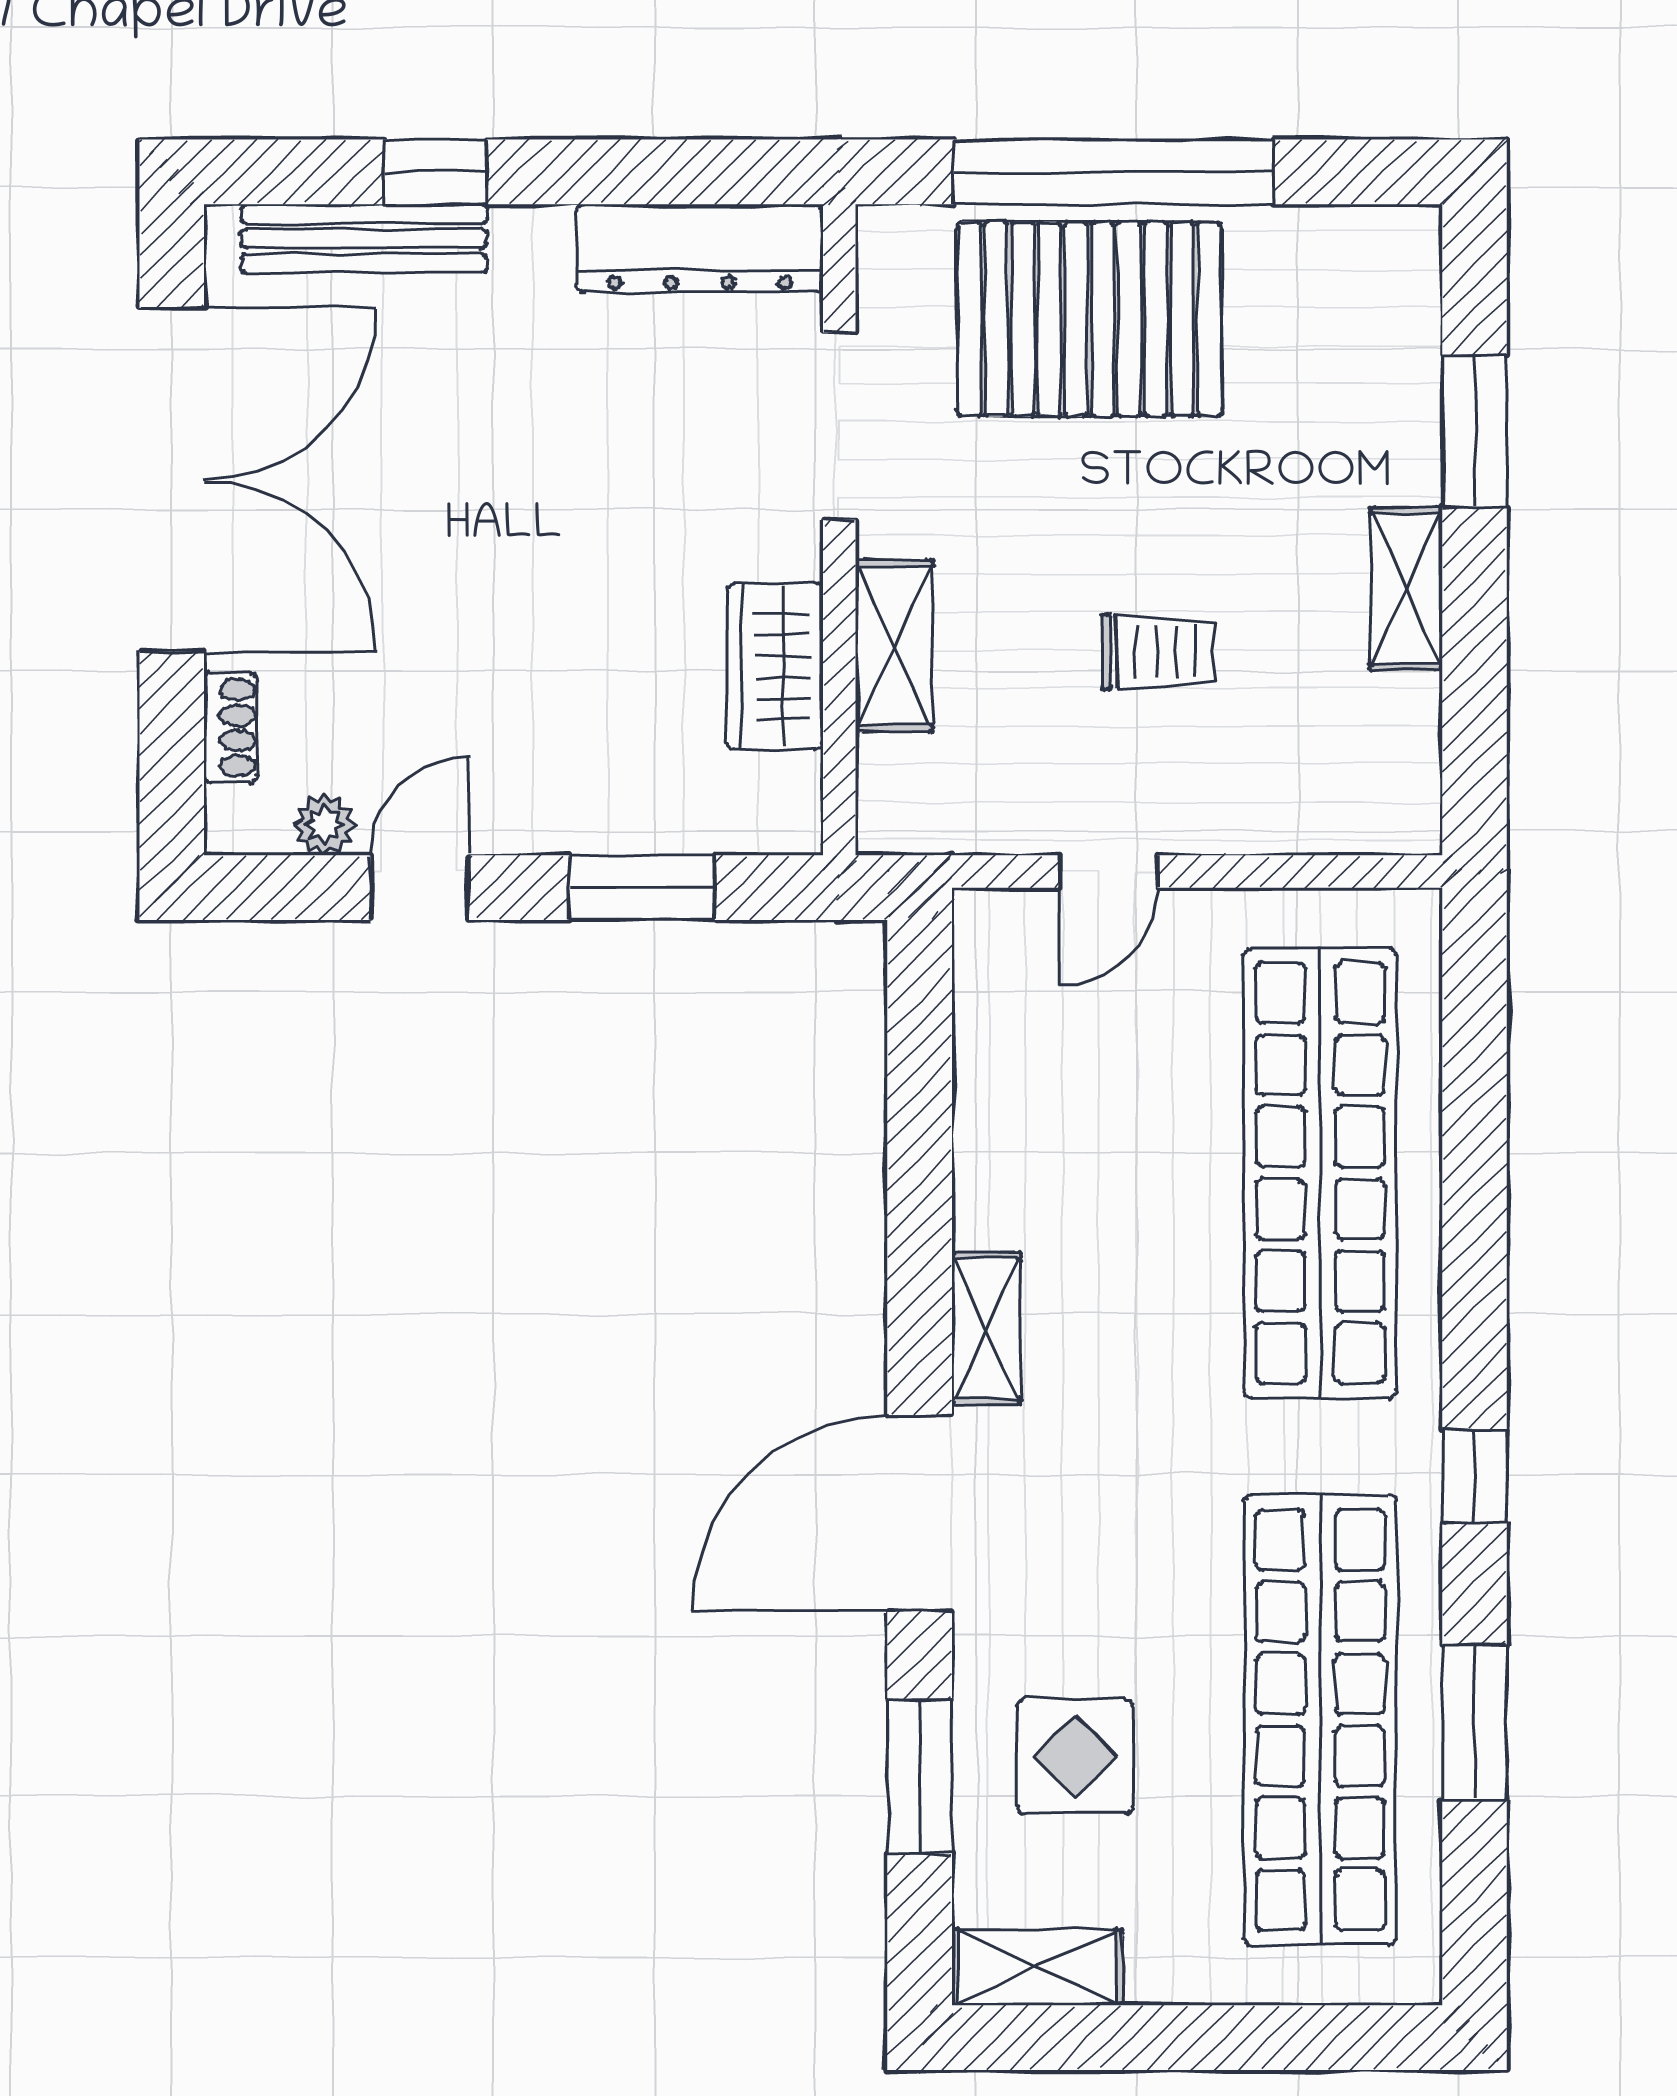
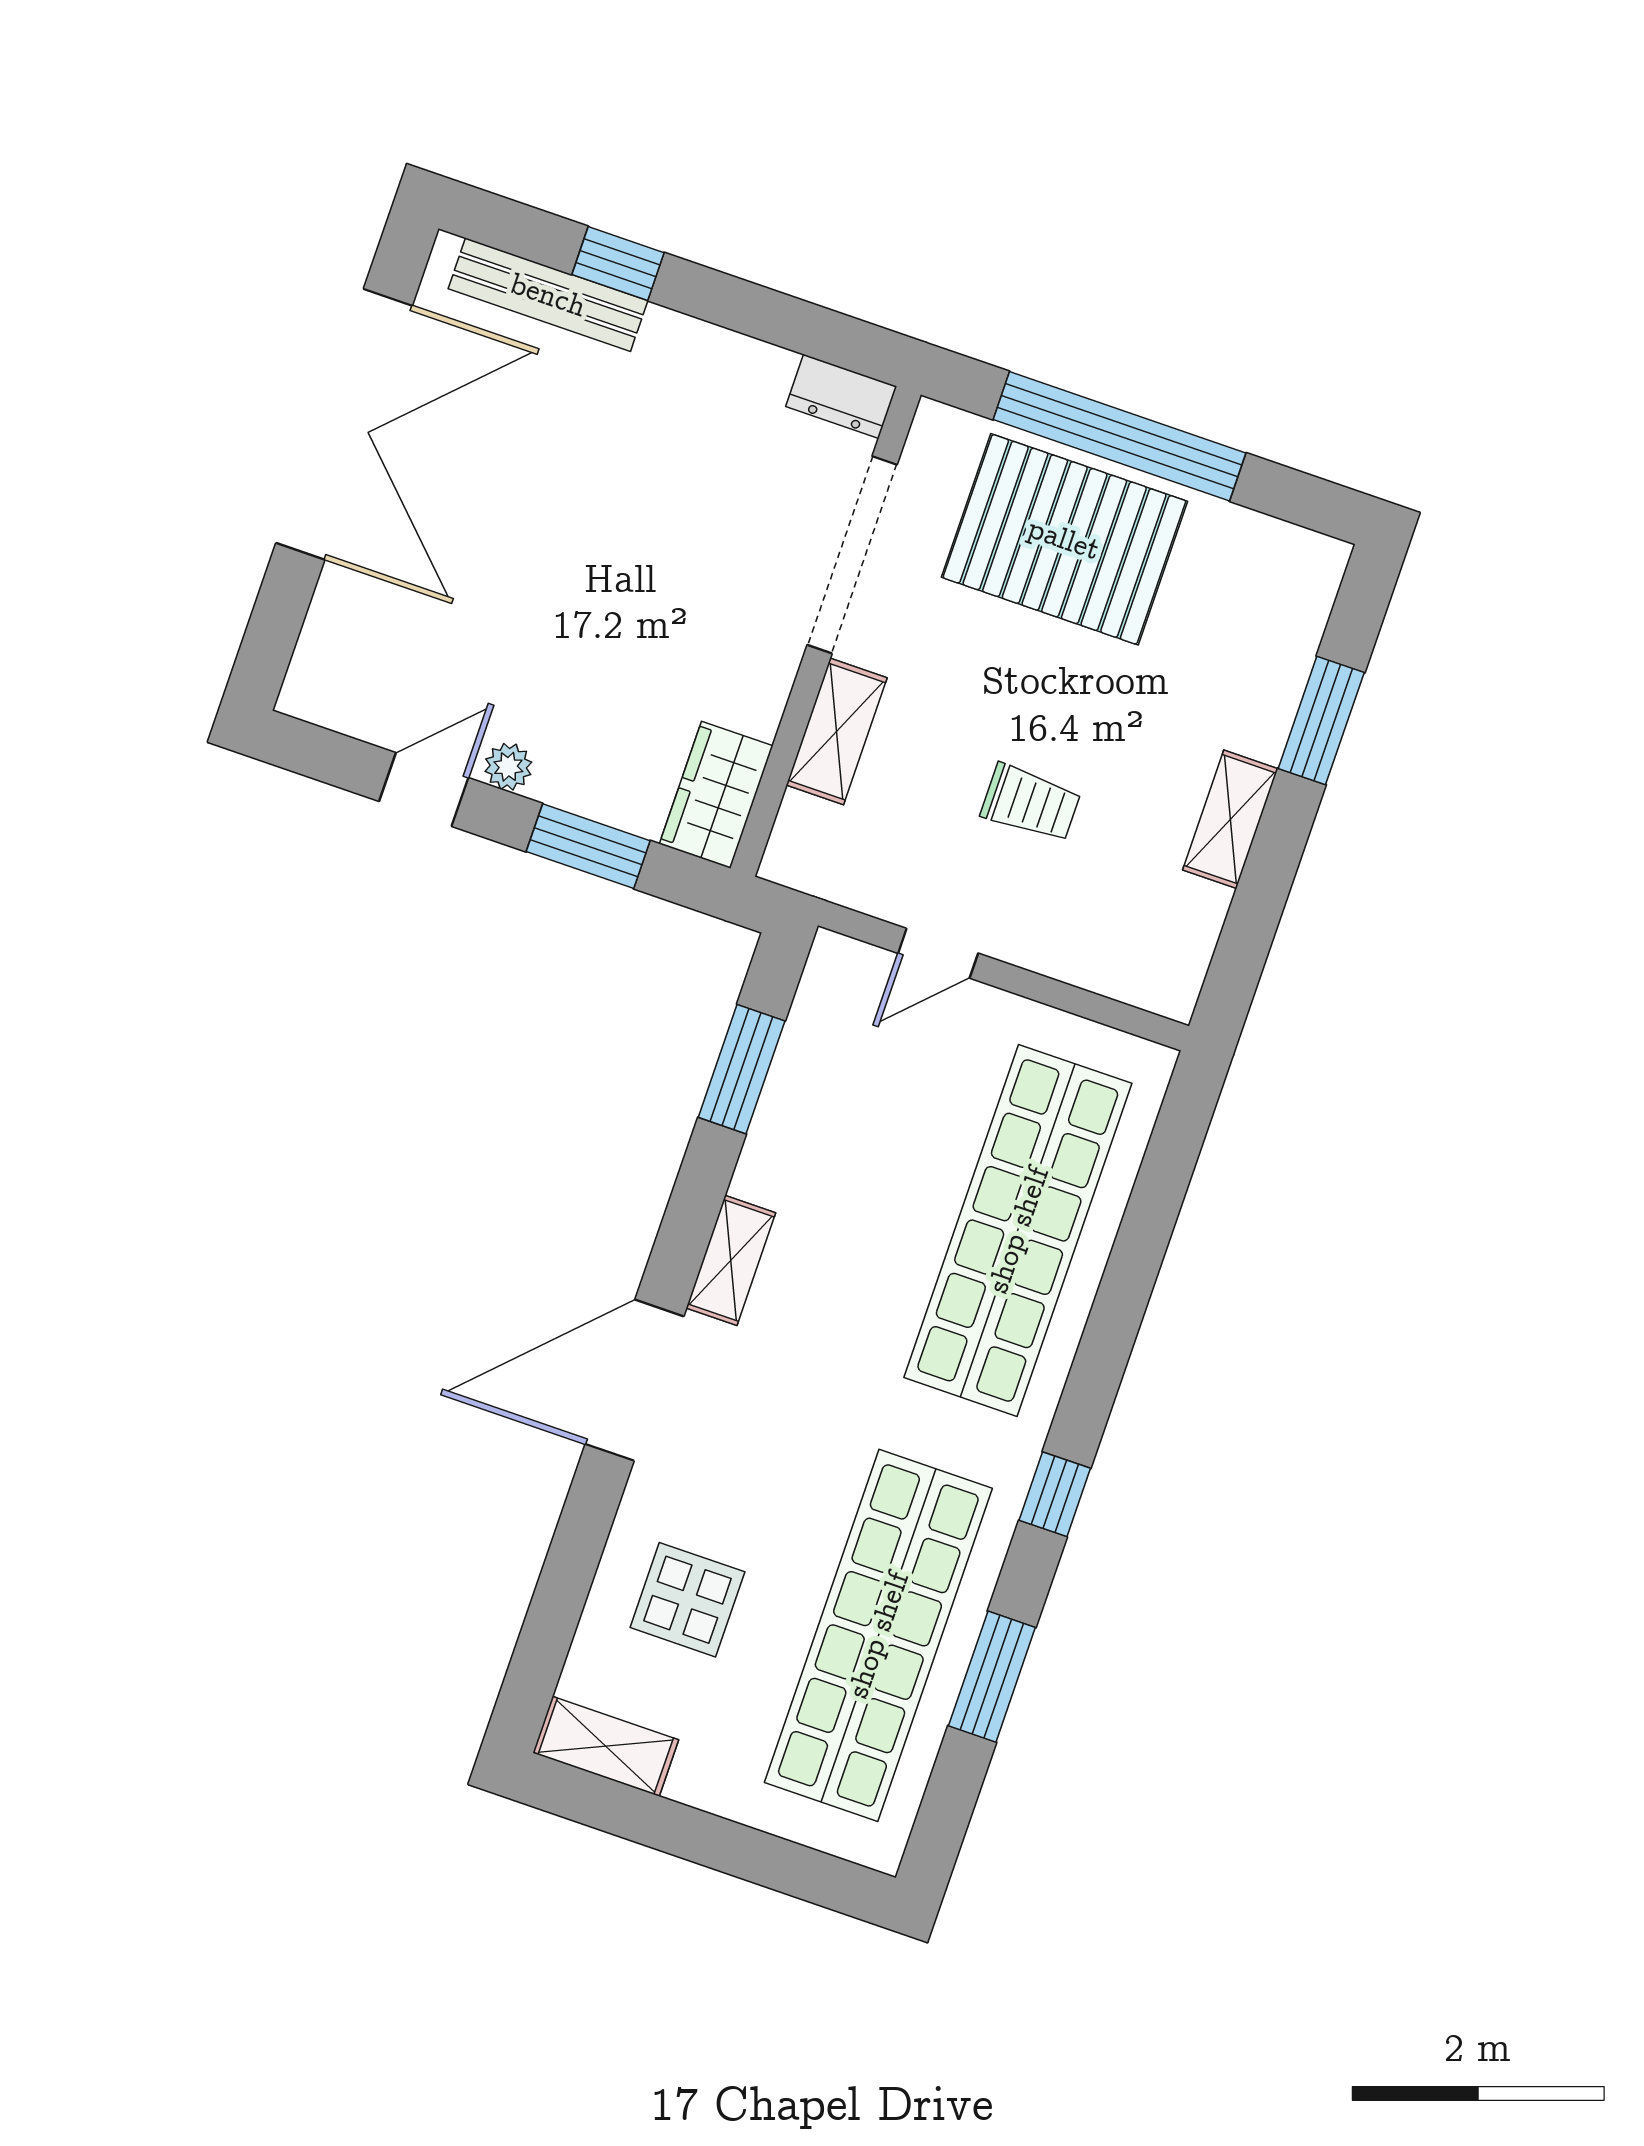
dresser: (700, 248) -> (841, 396), width x0.51, depth x0.80
doorway: (839, 426) -> (852, 555), width x1.36
wardrobe: (775, 667) -> (716, 795), moved
shoe rack: (231, 728) -> (325, 623), removed
plant: (324, 825) -> (508, 767), moved
window: (920, 1777) -> (742, 1069), moved

